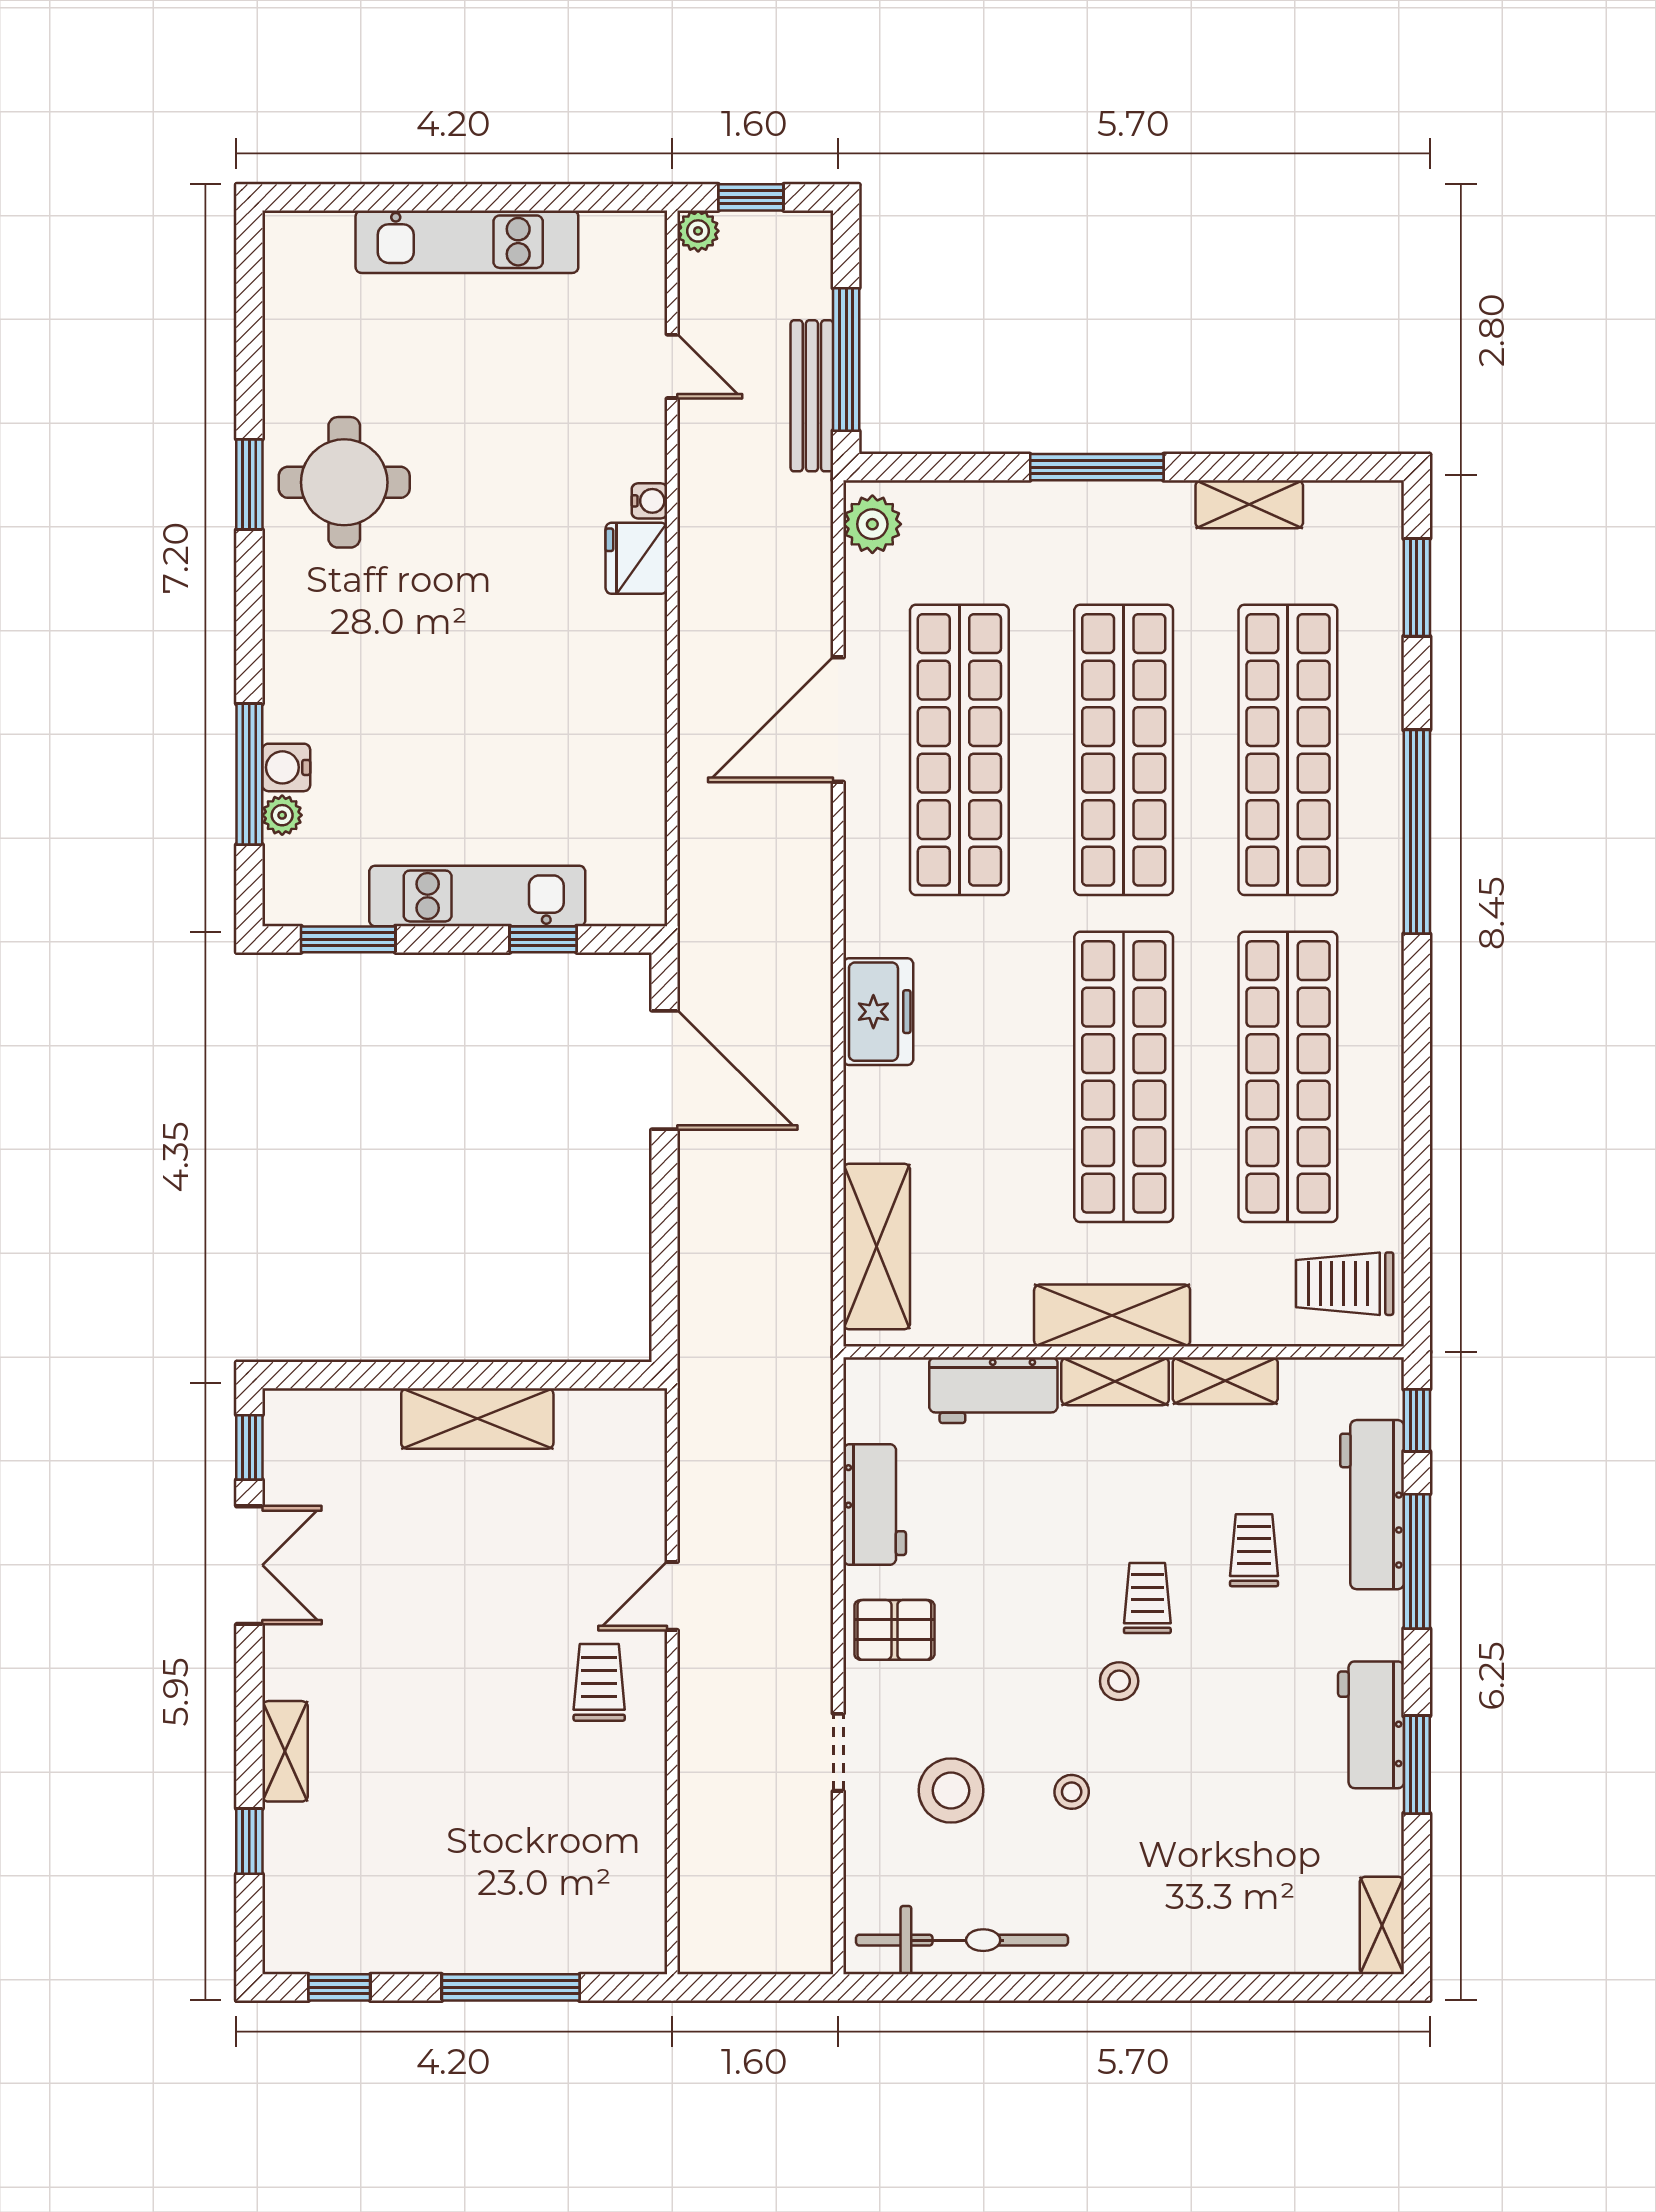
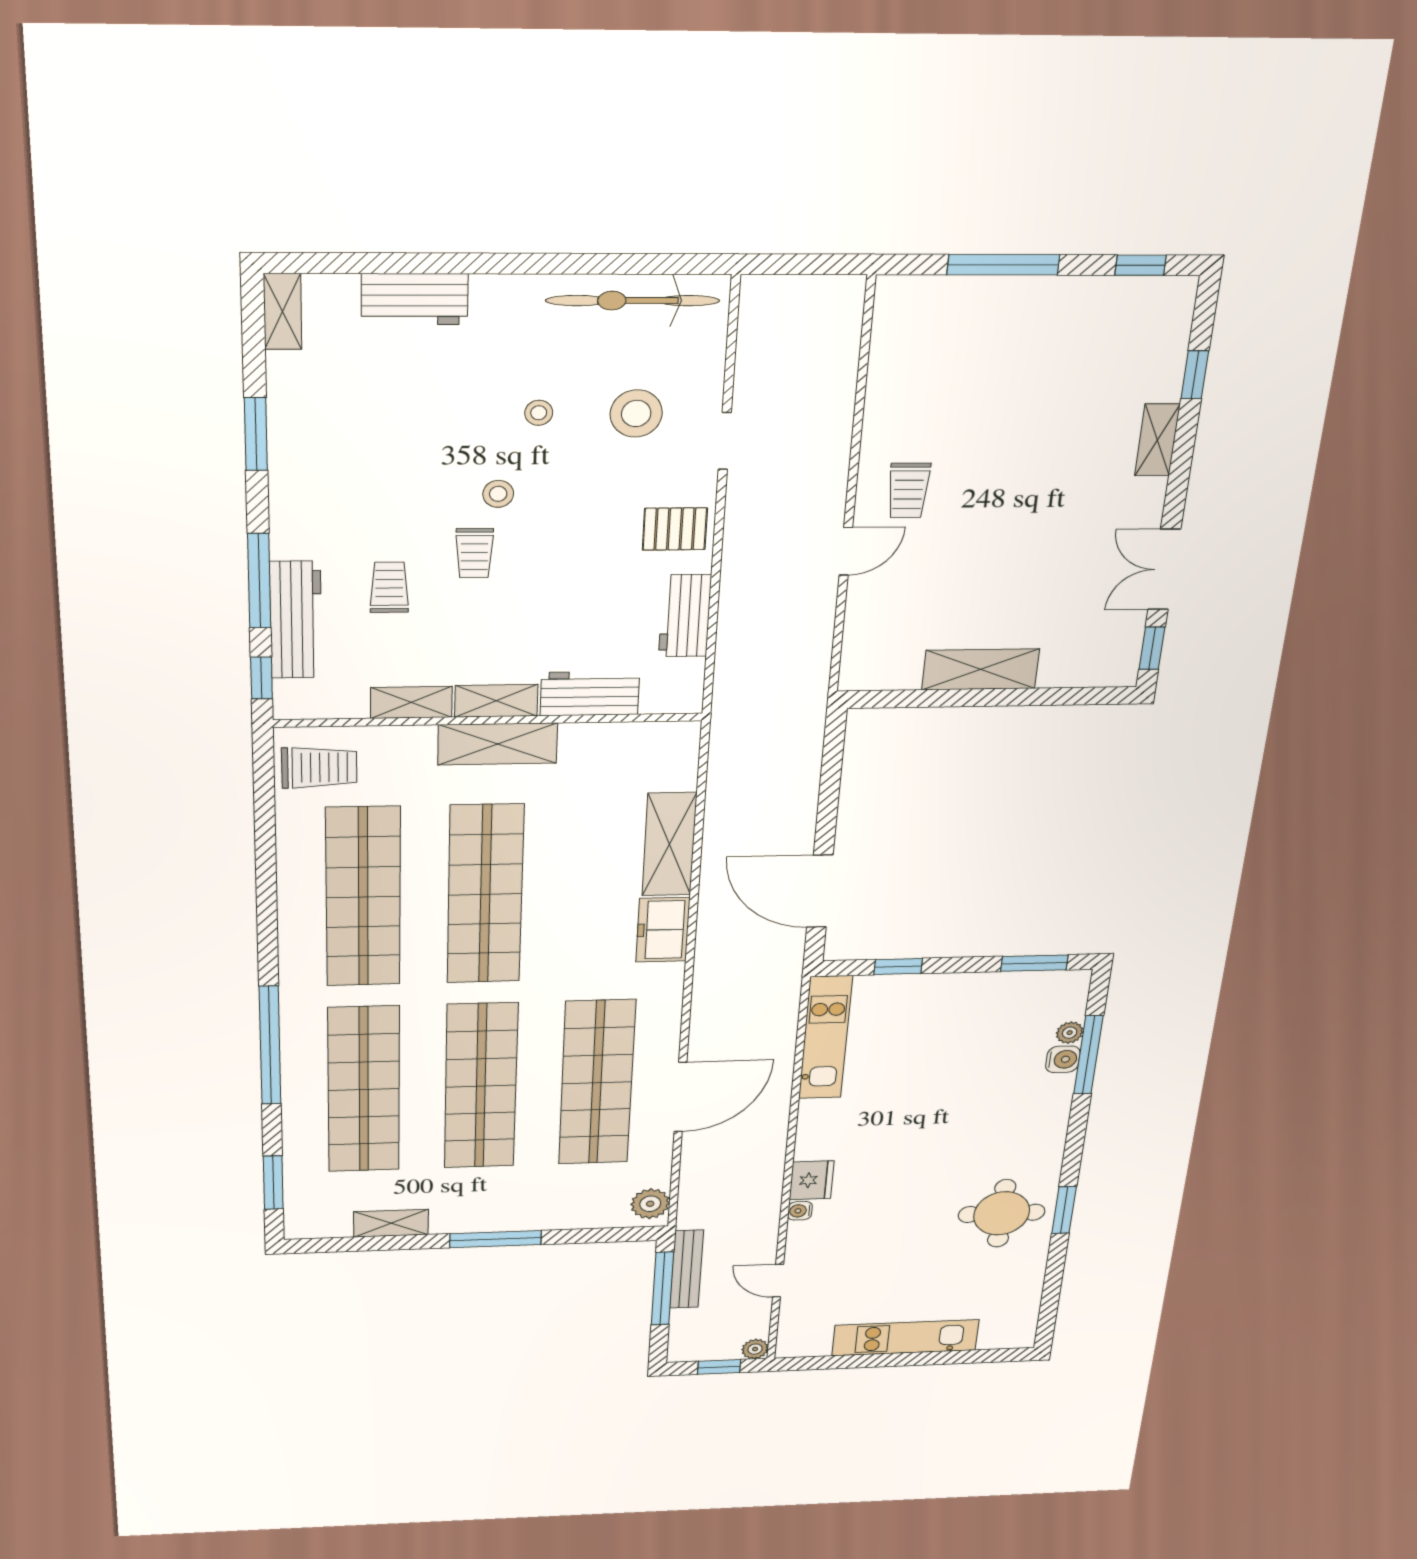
kitchen unit: (477, 896) -> (825, 1038), moved, turned -90
shelving: (877, 1247) -> (669, 844), moved
trolley: (1254, 1550) -> (389, 587), turned 180
workbench: (1371, 1725) -> (415, 299), moved, turned 90

